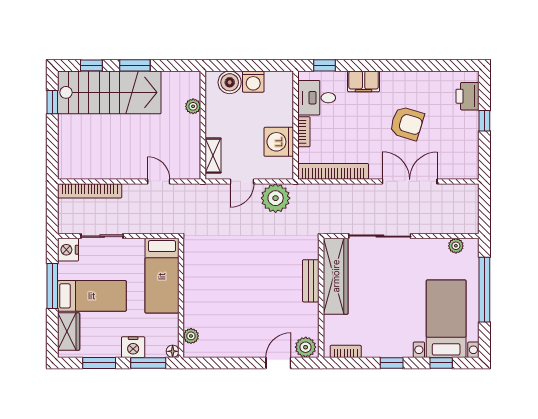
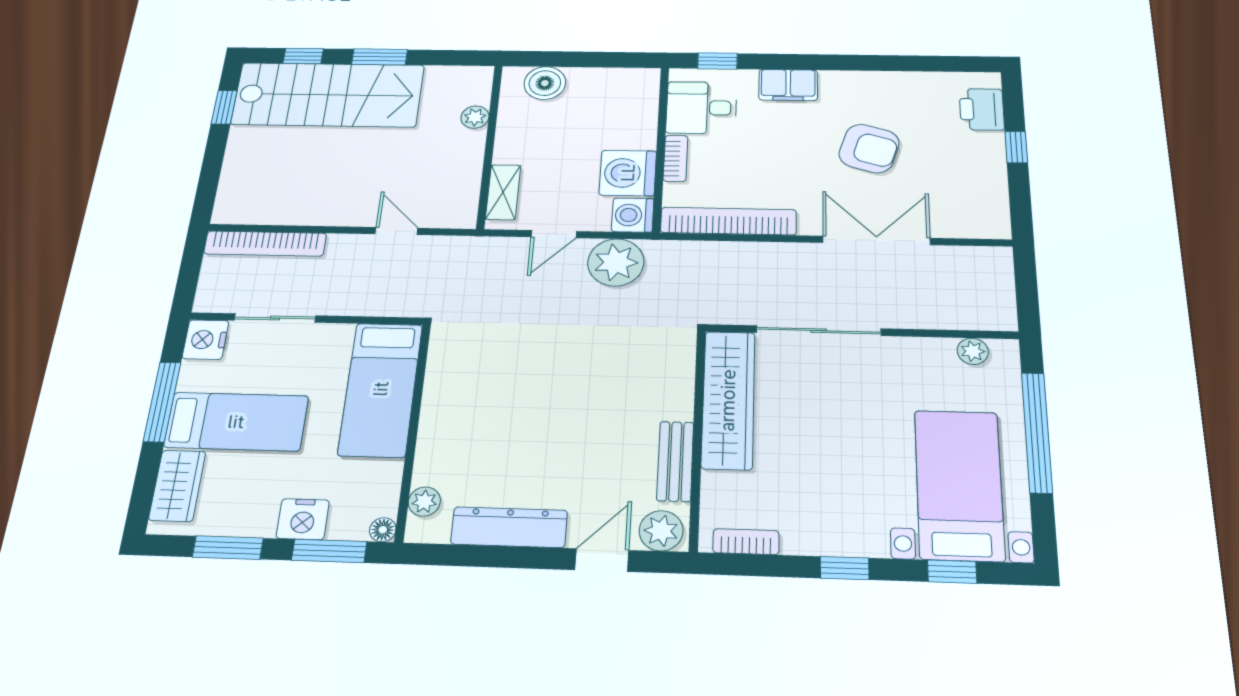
washing machine: (253, 82) -> (633, 215), moved, turned 90
bench: (311, 281) -> (675, 461), moved
dresser: (233, 348) -> (509, 527), added

